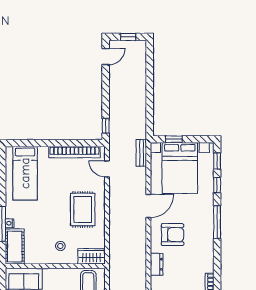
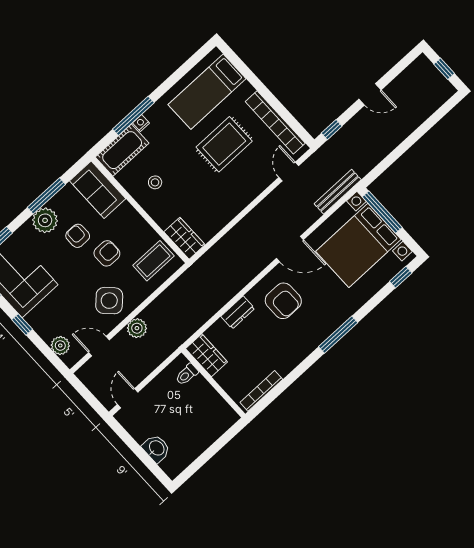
door: (106, 57) -> (370, 94), moved
window: (174, 139) -> (382, 212), width x2.17
bench: (141, 153) -> (338, 192), width x1.36
window: (217, 185) -> (376, 300), removed
rug: (83, 209) -> (224, 144), moved
stool: (60, 246) -> (155, 182), moved

